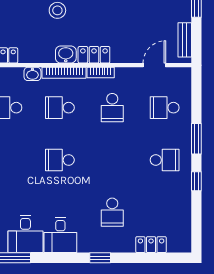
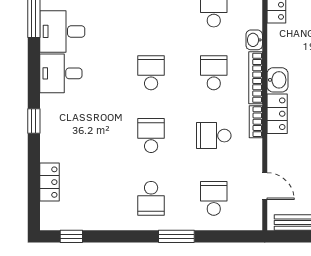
window: (196, 181) -> (71, 236), moved
school desk: (112, 212) -> (151, 136), moved, turned 90

